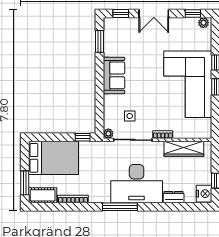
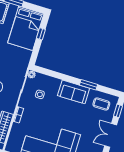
coffee table: (119, 37) -> (101, 104), added
window: (100, 41) -> (89, 85), moved
window: (83, 137) -> (41, 34), moved

